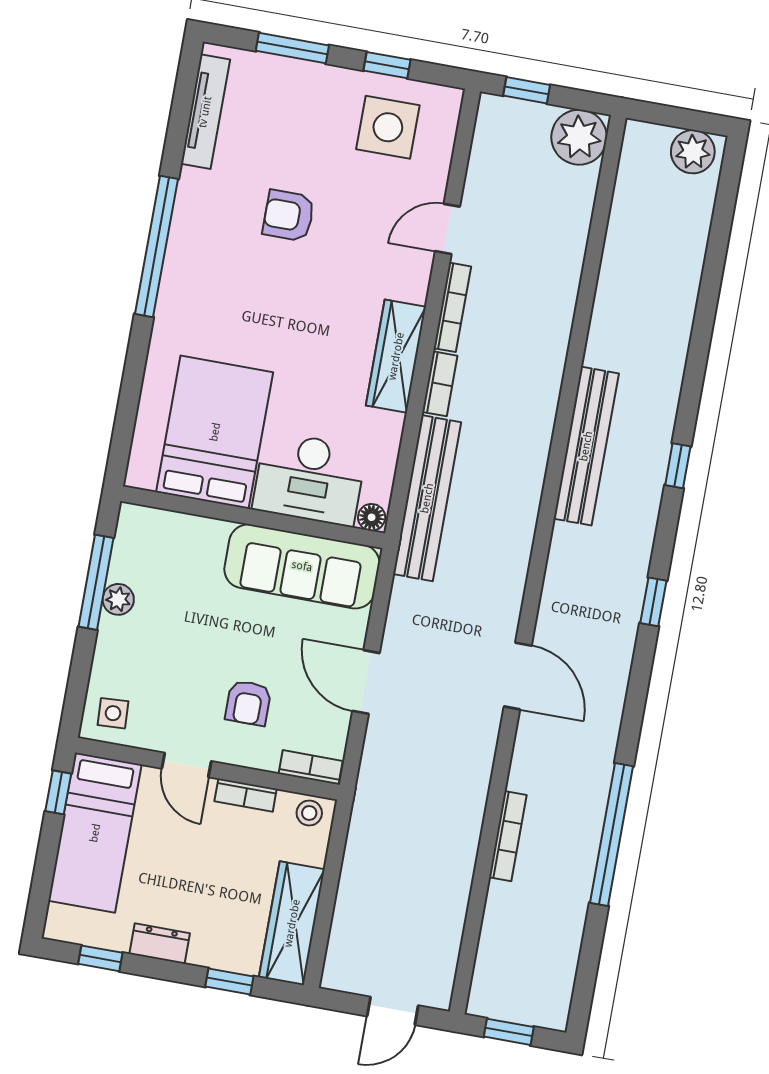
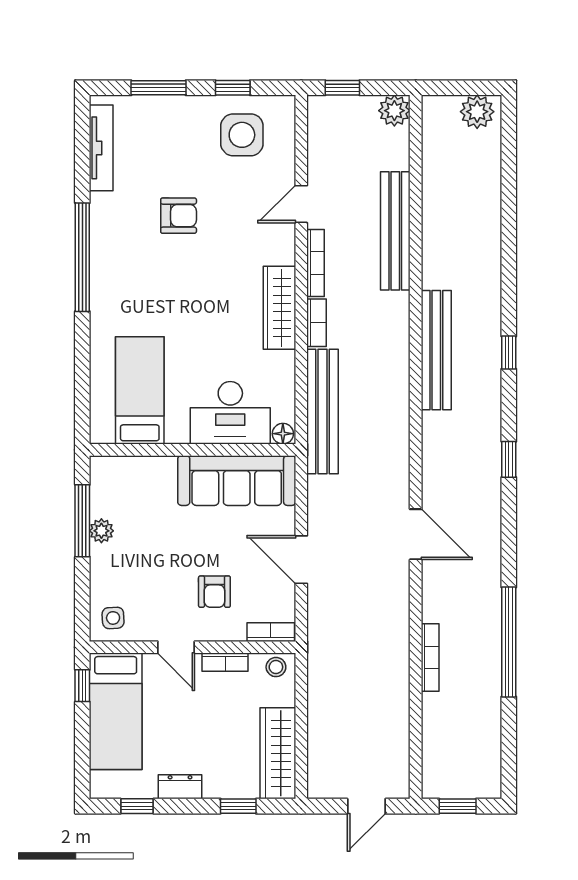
plant: (579, 137) -> (394, 111), width x0.73, depth x0.73
armchair: (289, 216) -> (179, 216), turned 180
bench: (561, 285) -> (395, 231), added
bed: (215, 432) -> (140, 390), width x0.67

